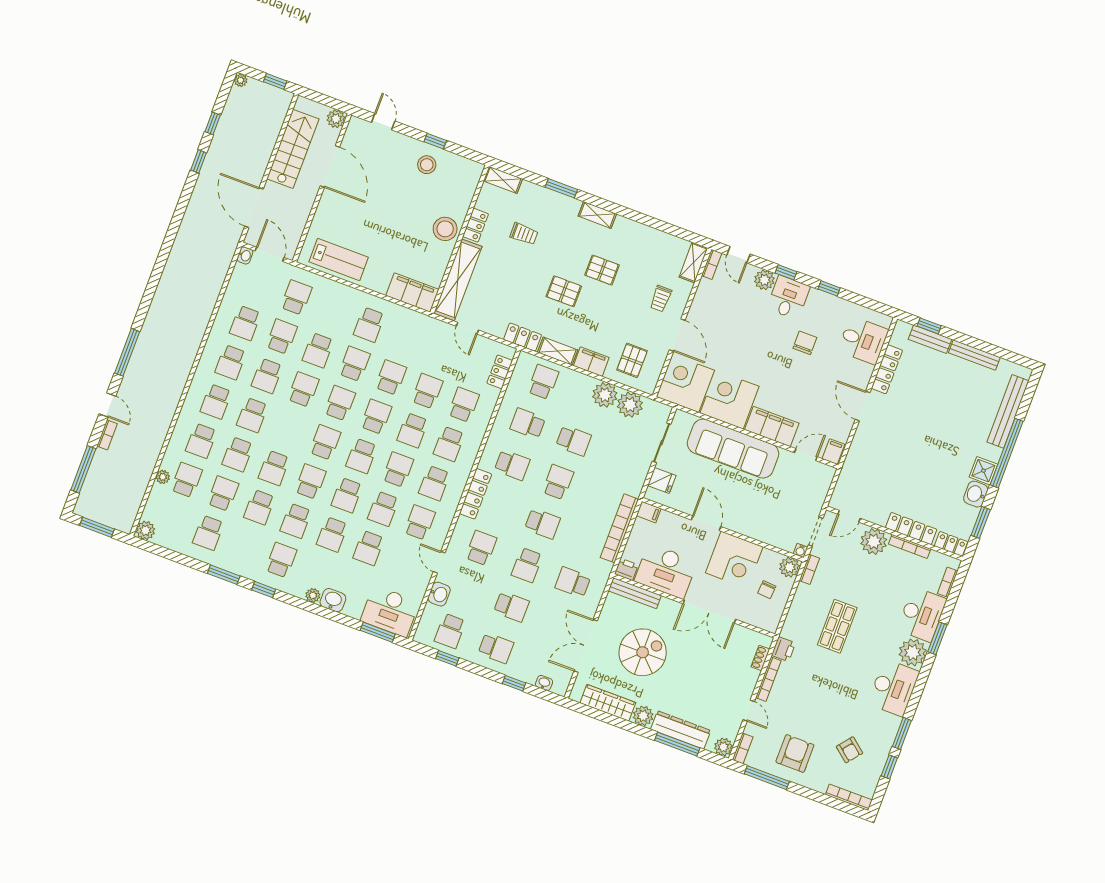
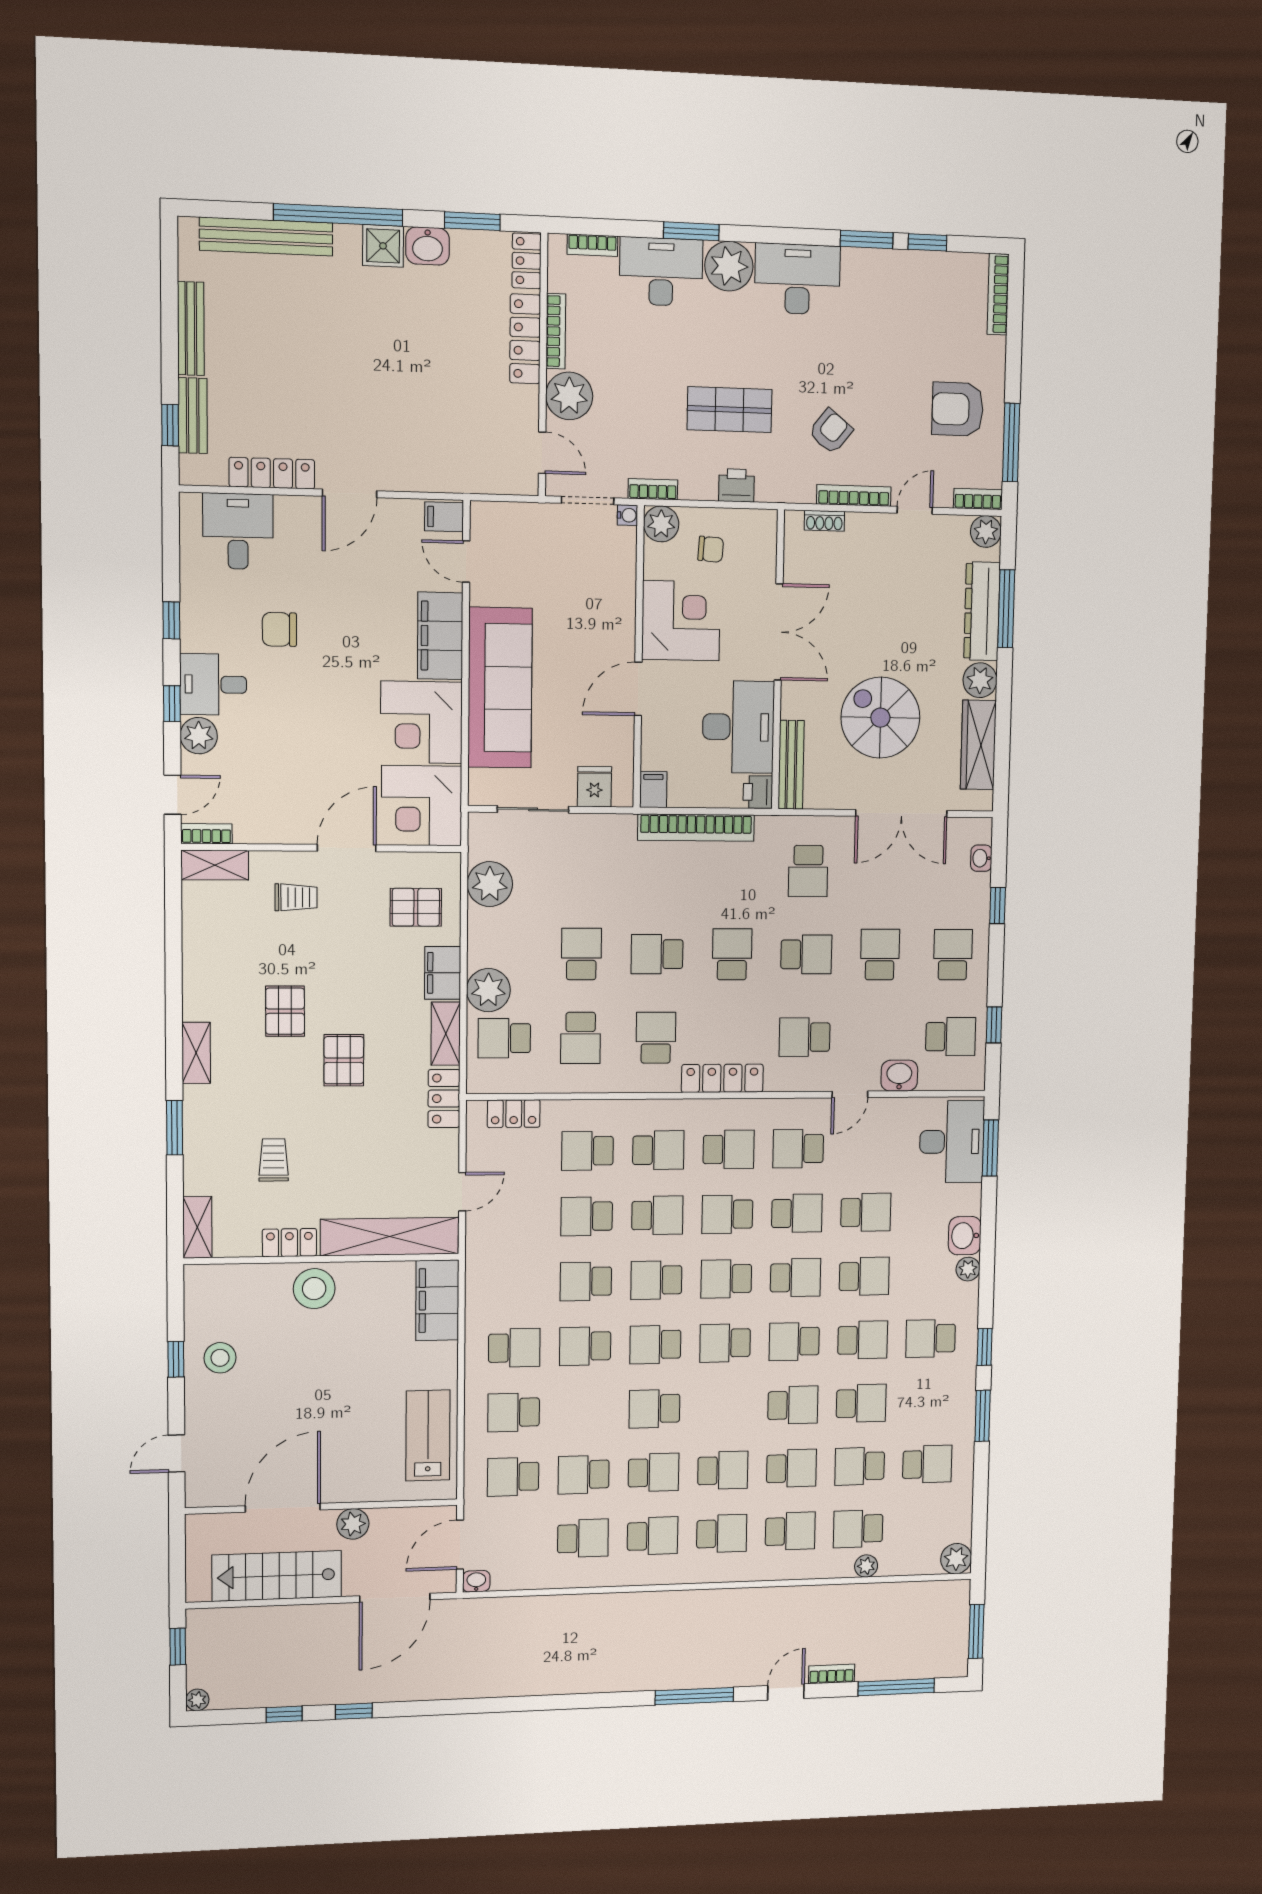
plant: (336, 119) -> (353, 1524), moved
school desk: (318, 350) -> (514, 1412), moved, turned 180
plant: (605, 395) -> (488, 990), moved
school desk: (362, 456) -> (726, 1279), turned 180
printer: (783, 649) -> (736, 485), moved
armchair: (849, 750) -> (831, 431), moved

